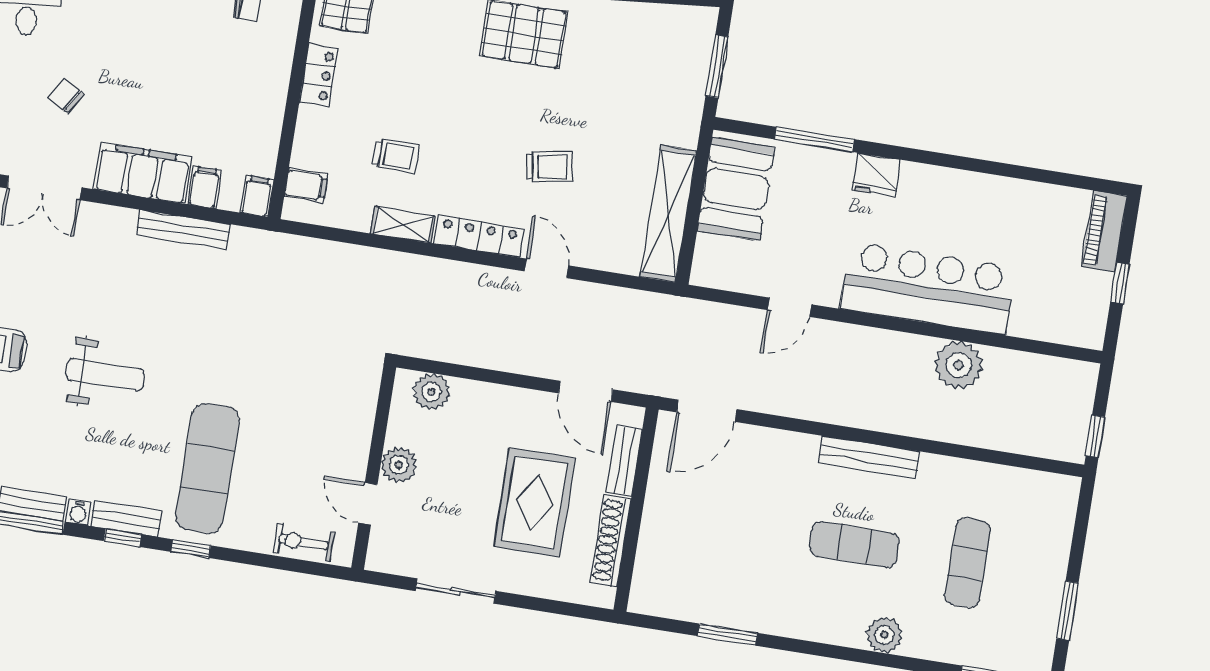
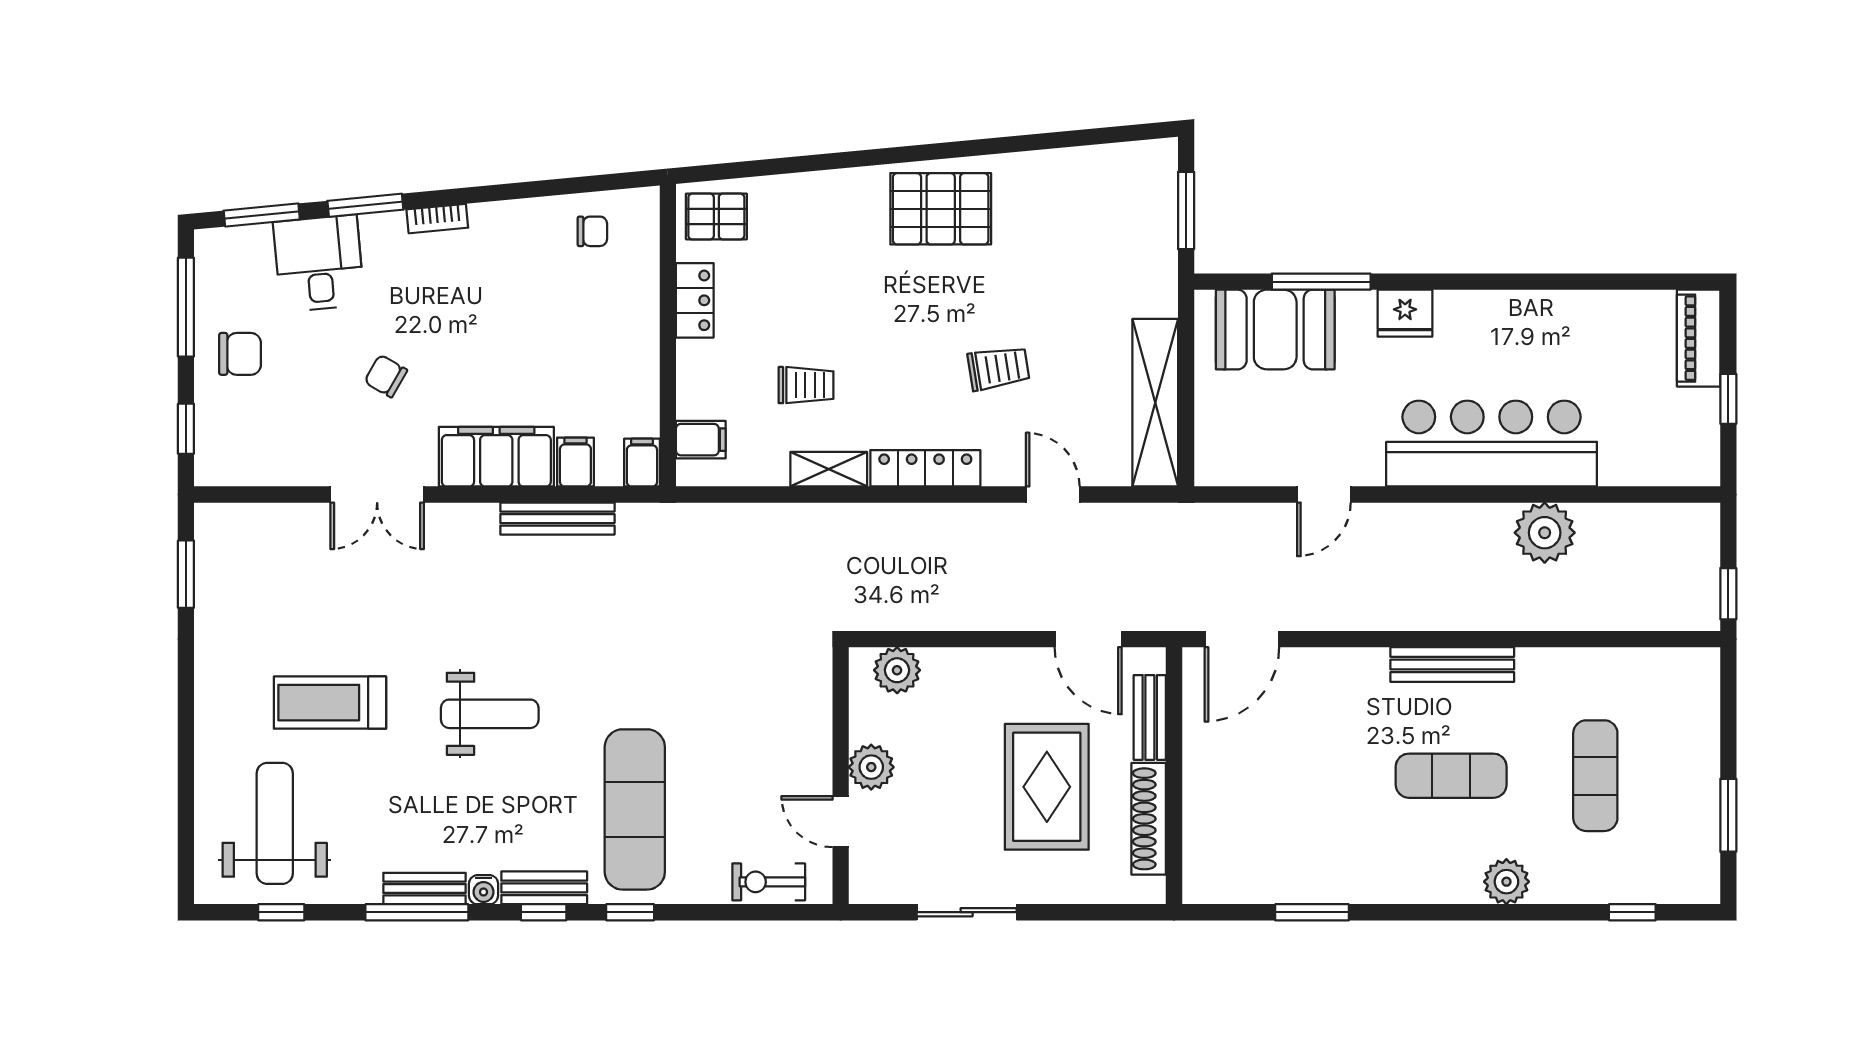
booth: (736, 189) -> (1275, 330), moved, turned 90
door: (547, 268) -> (1053, 495), moved

